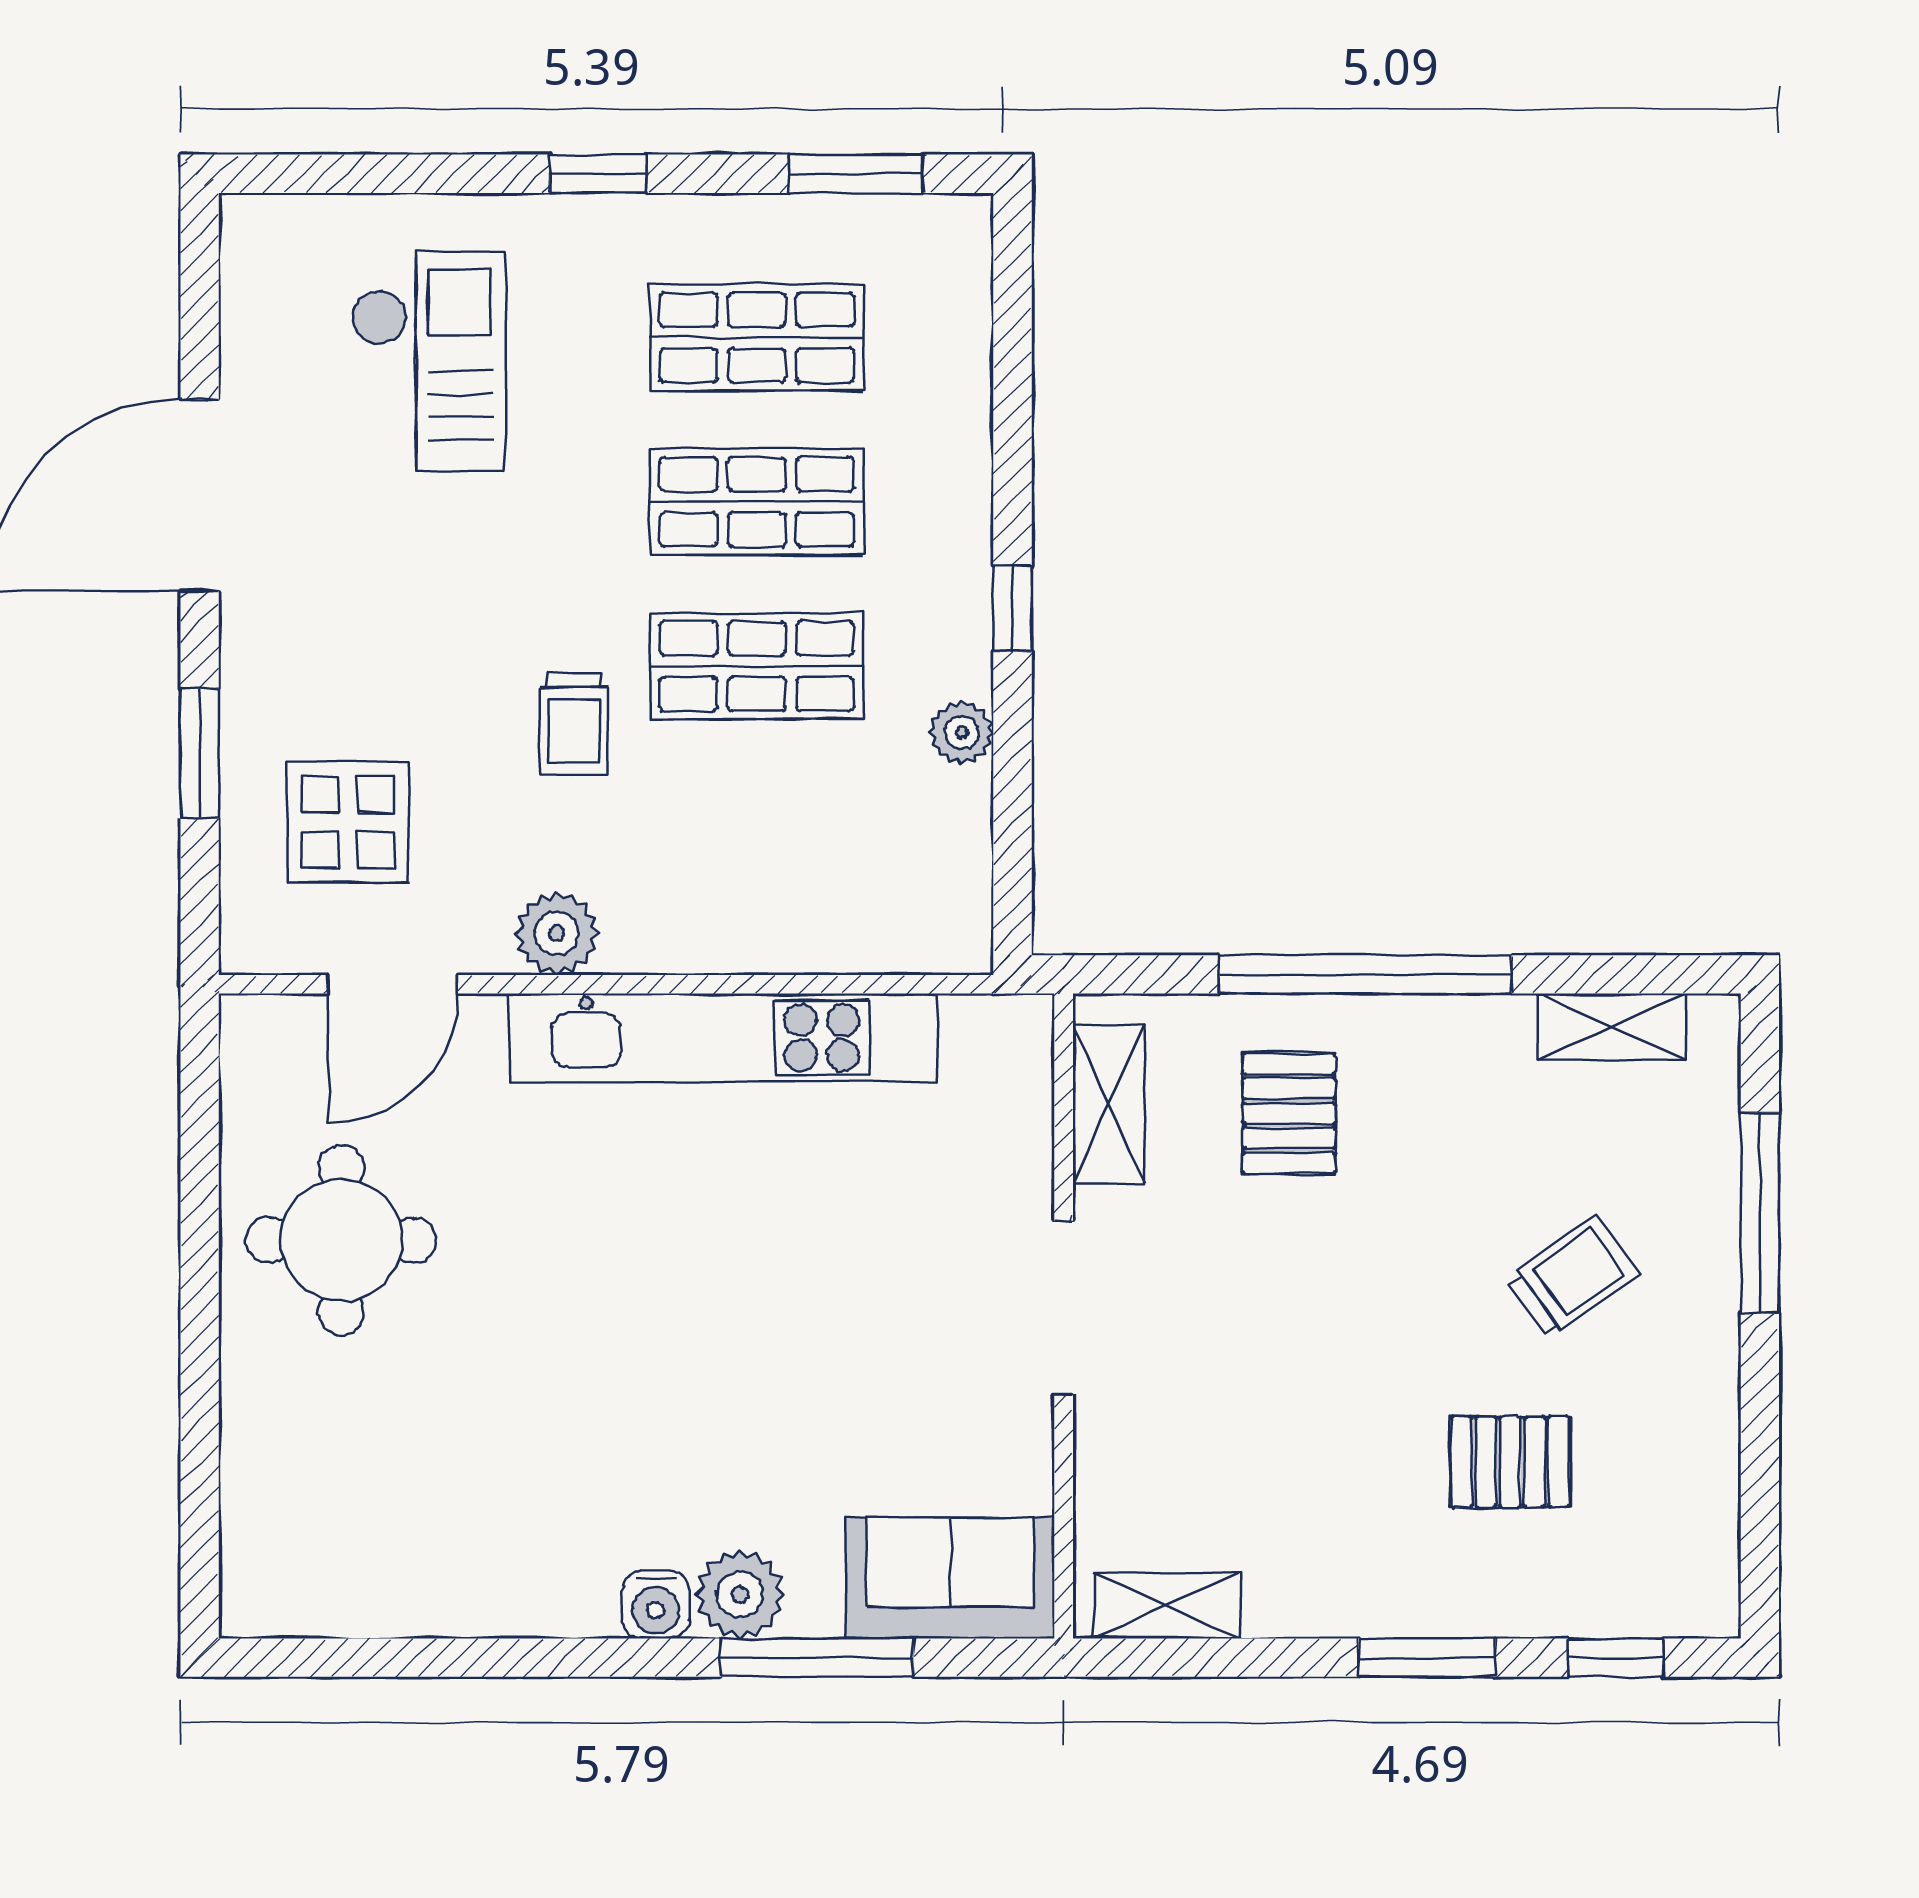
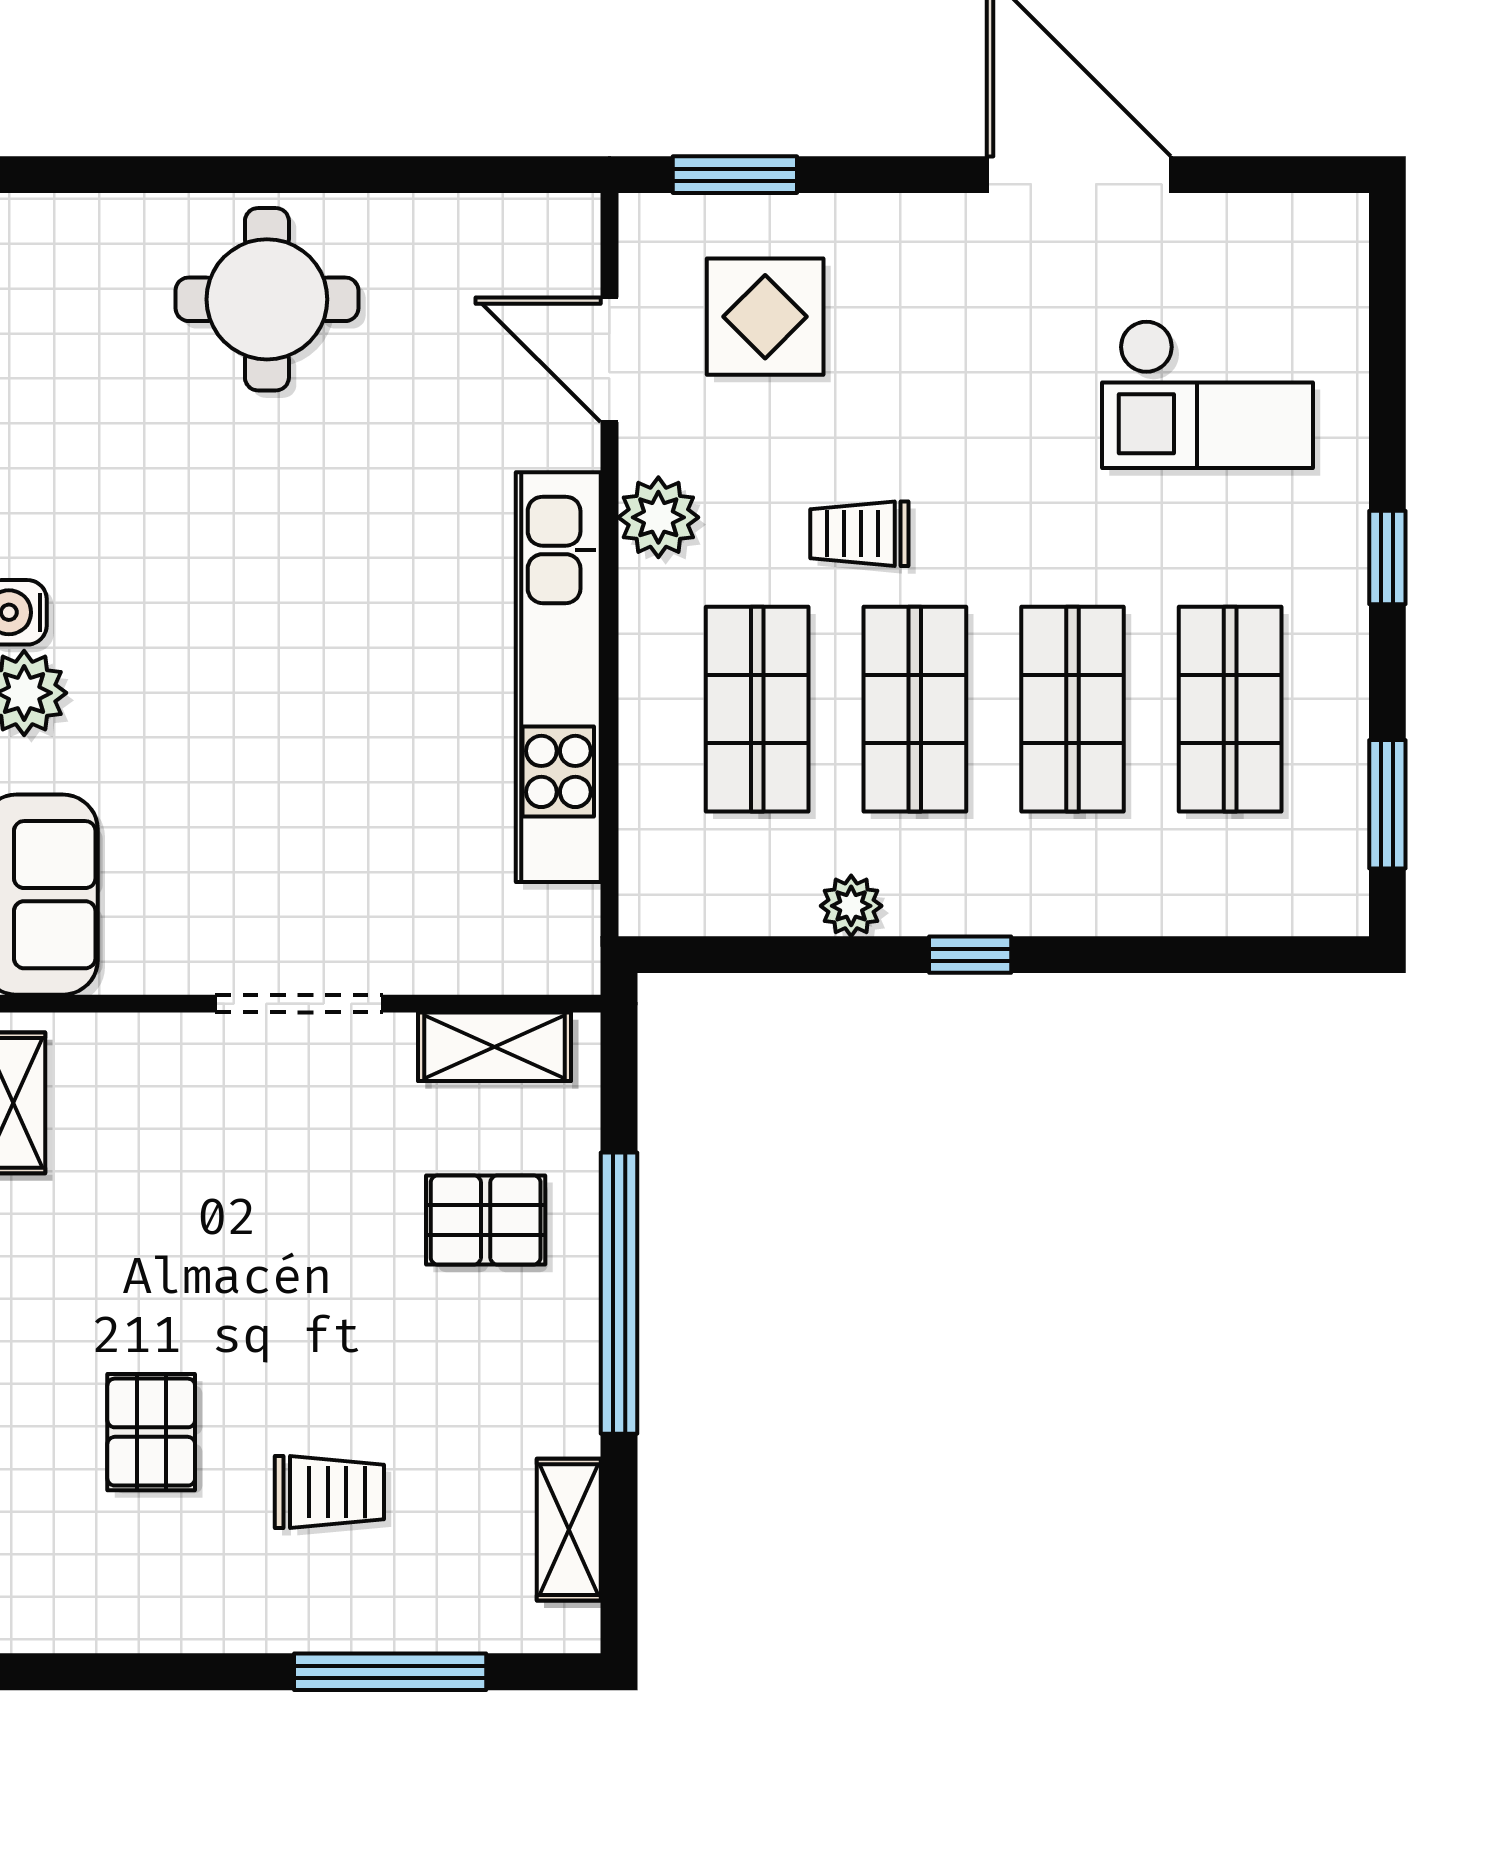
window: (200, 753) -> (735, 175), moved
shop shelf: (757, 830) -> (757, 709), added
round table: (341, 1240) -> (267, 299), moved
trolley: (1573, 1276) -> (329, 1492), turned -54

